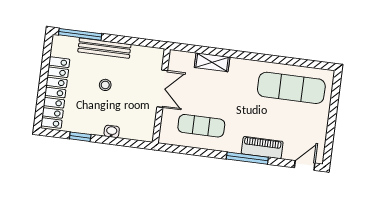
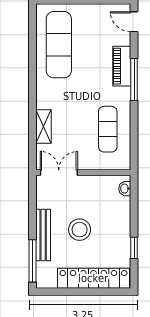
stool: (105, 85) -> (80, 230), width x1.89, depth x1.89
double door: (162, 89) -> (59, 173), moved
washbasin: (112, 131) -> (125, 189), moved

